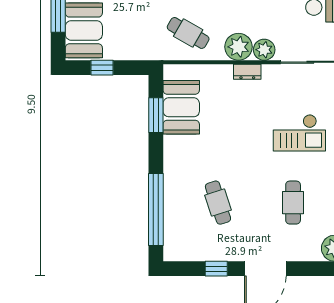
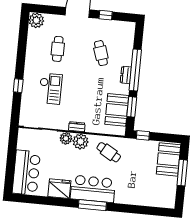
window: (102, 68) -> (143, 135), moved
checkout: (299, 133) -> (50, 89), turned 90
dresser: (171, 169) -> (126, 75), added
window: (156, 210) -> (135, 70), moved

